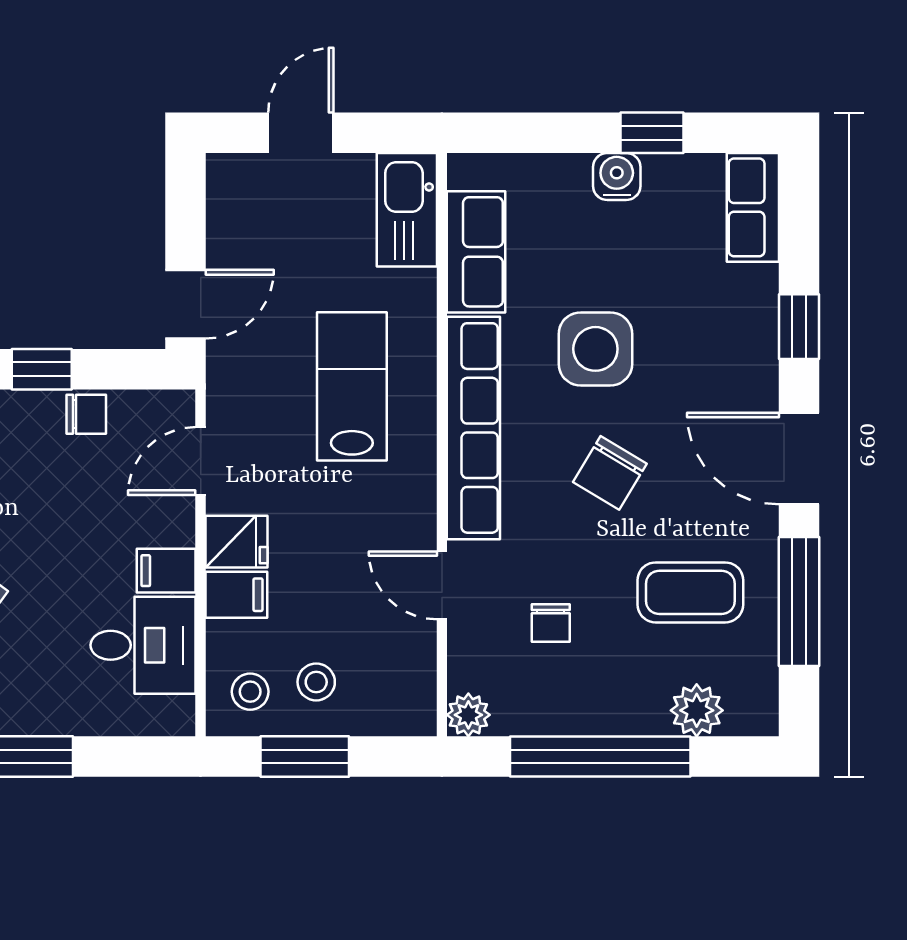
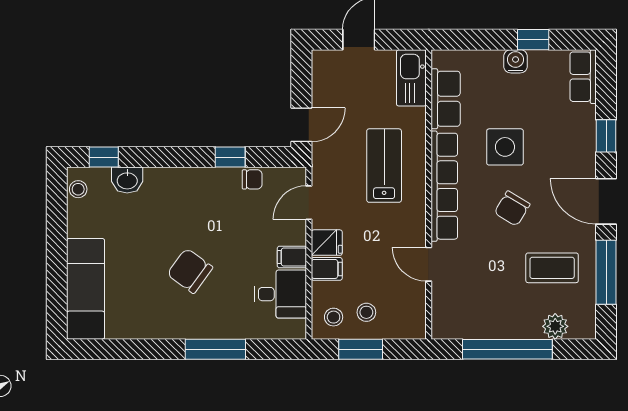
chair: (551, 623) -> (483, 283), removed
plant: (468, 715) -> (442, 329), removed

